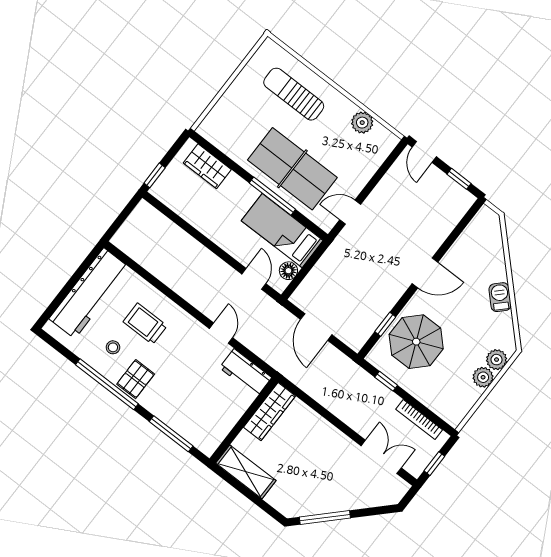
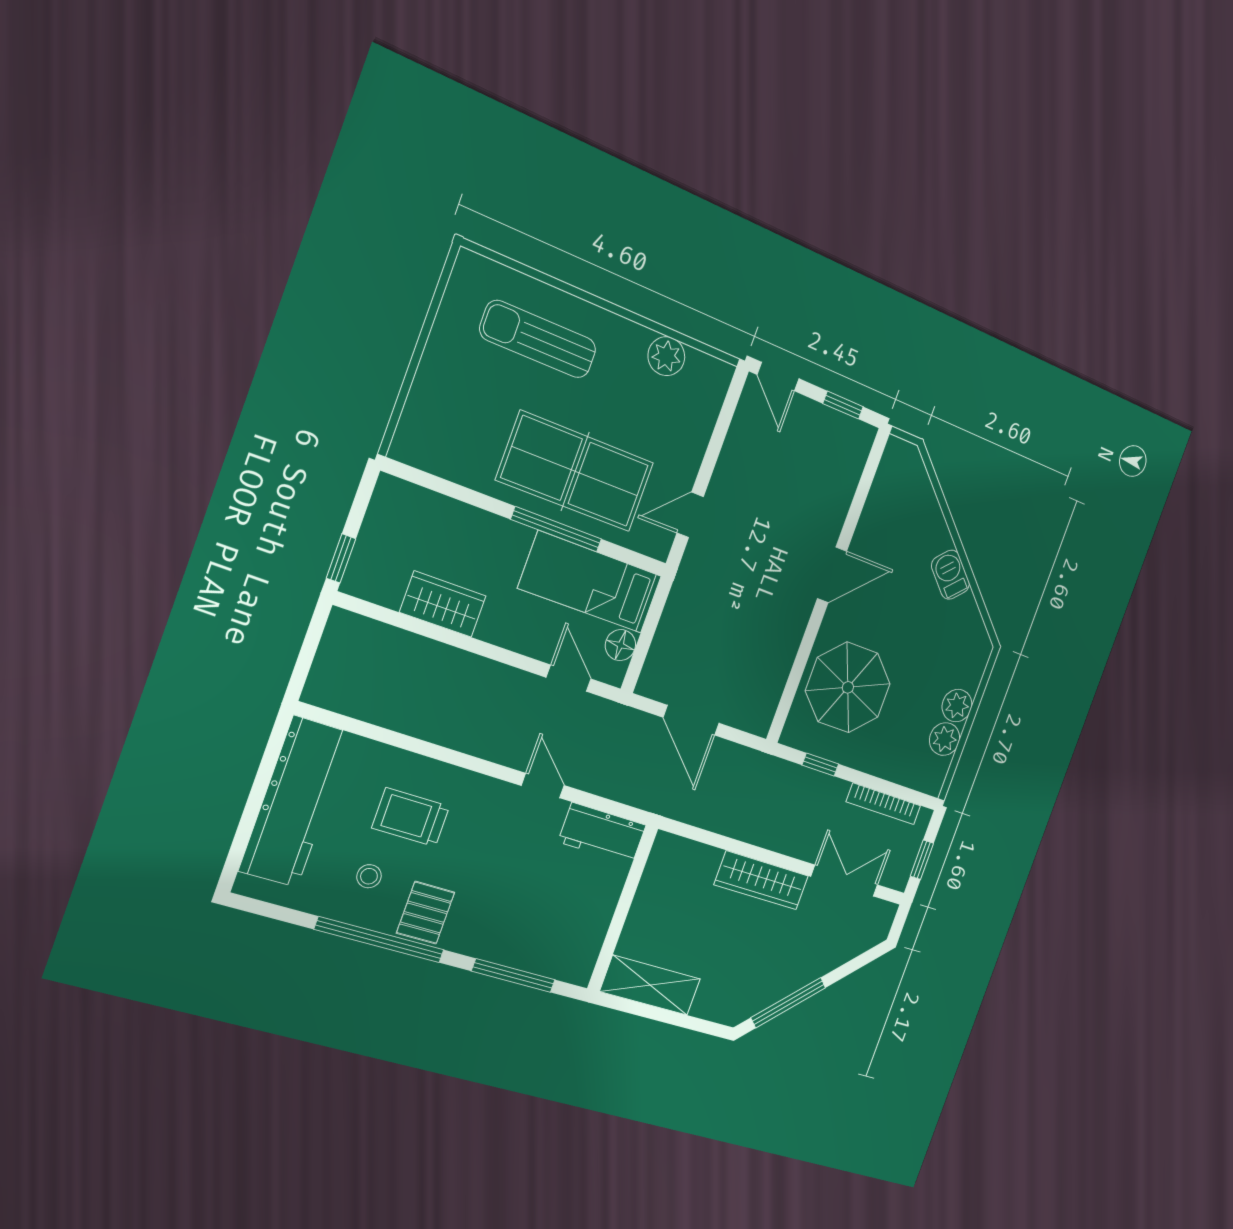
wardrobe: (207, 166) -> (443, 604), moved, turned 180
window: (385, 324) -> (795, 677), removed
plant: (497, 360) -> (945, 739), moved
wardrobe: (270, 412) -> (761, 880), moved, turned 90

